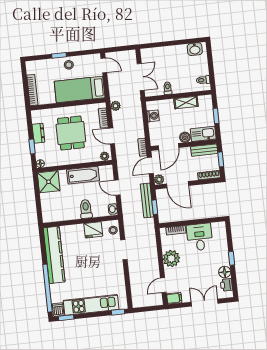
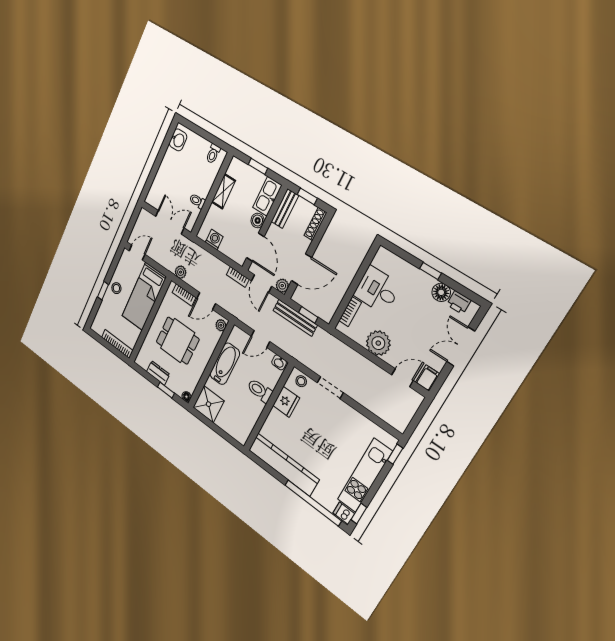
door: (163, 285) -> (402, 378), swing flipped

